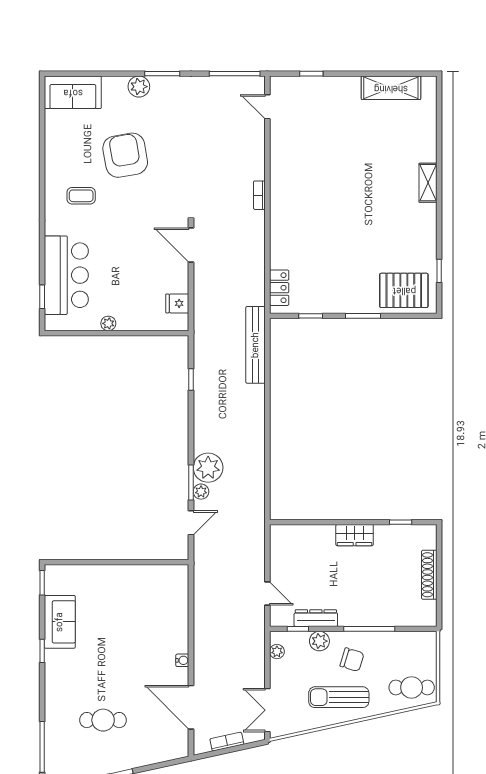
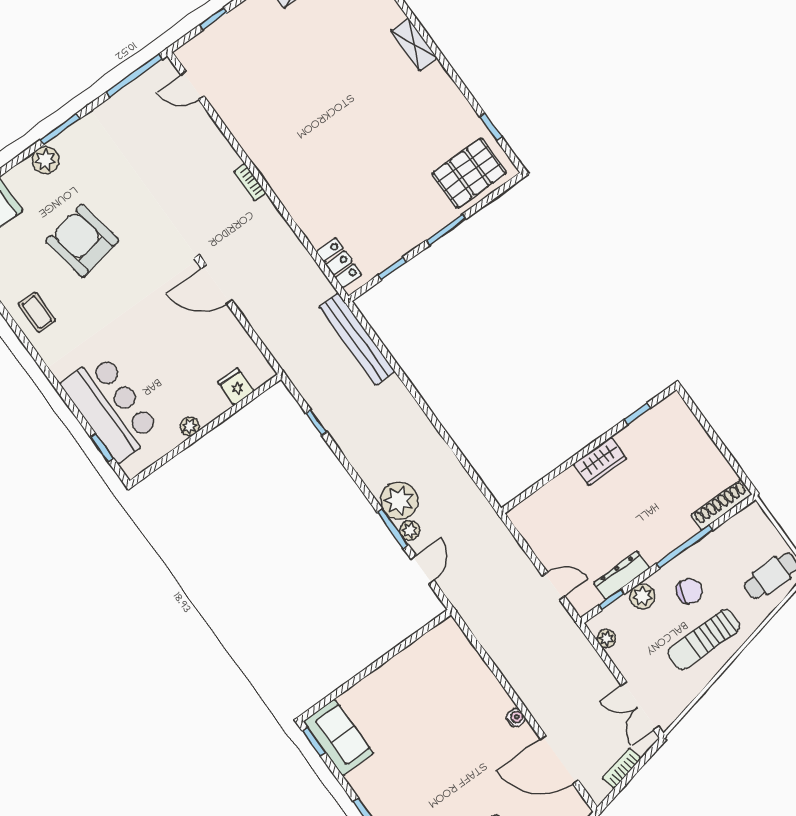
coffee table: (81, 196) -> (37, 312), moved, turned 90
fridge: (177, 303) -> (236, 387), moved, turned 90
shoe rack: (429, 575) -> (721, 505), moved, turned 90
sofa: (60, 622) -> (338, 738), moved

